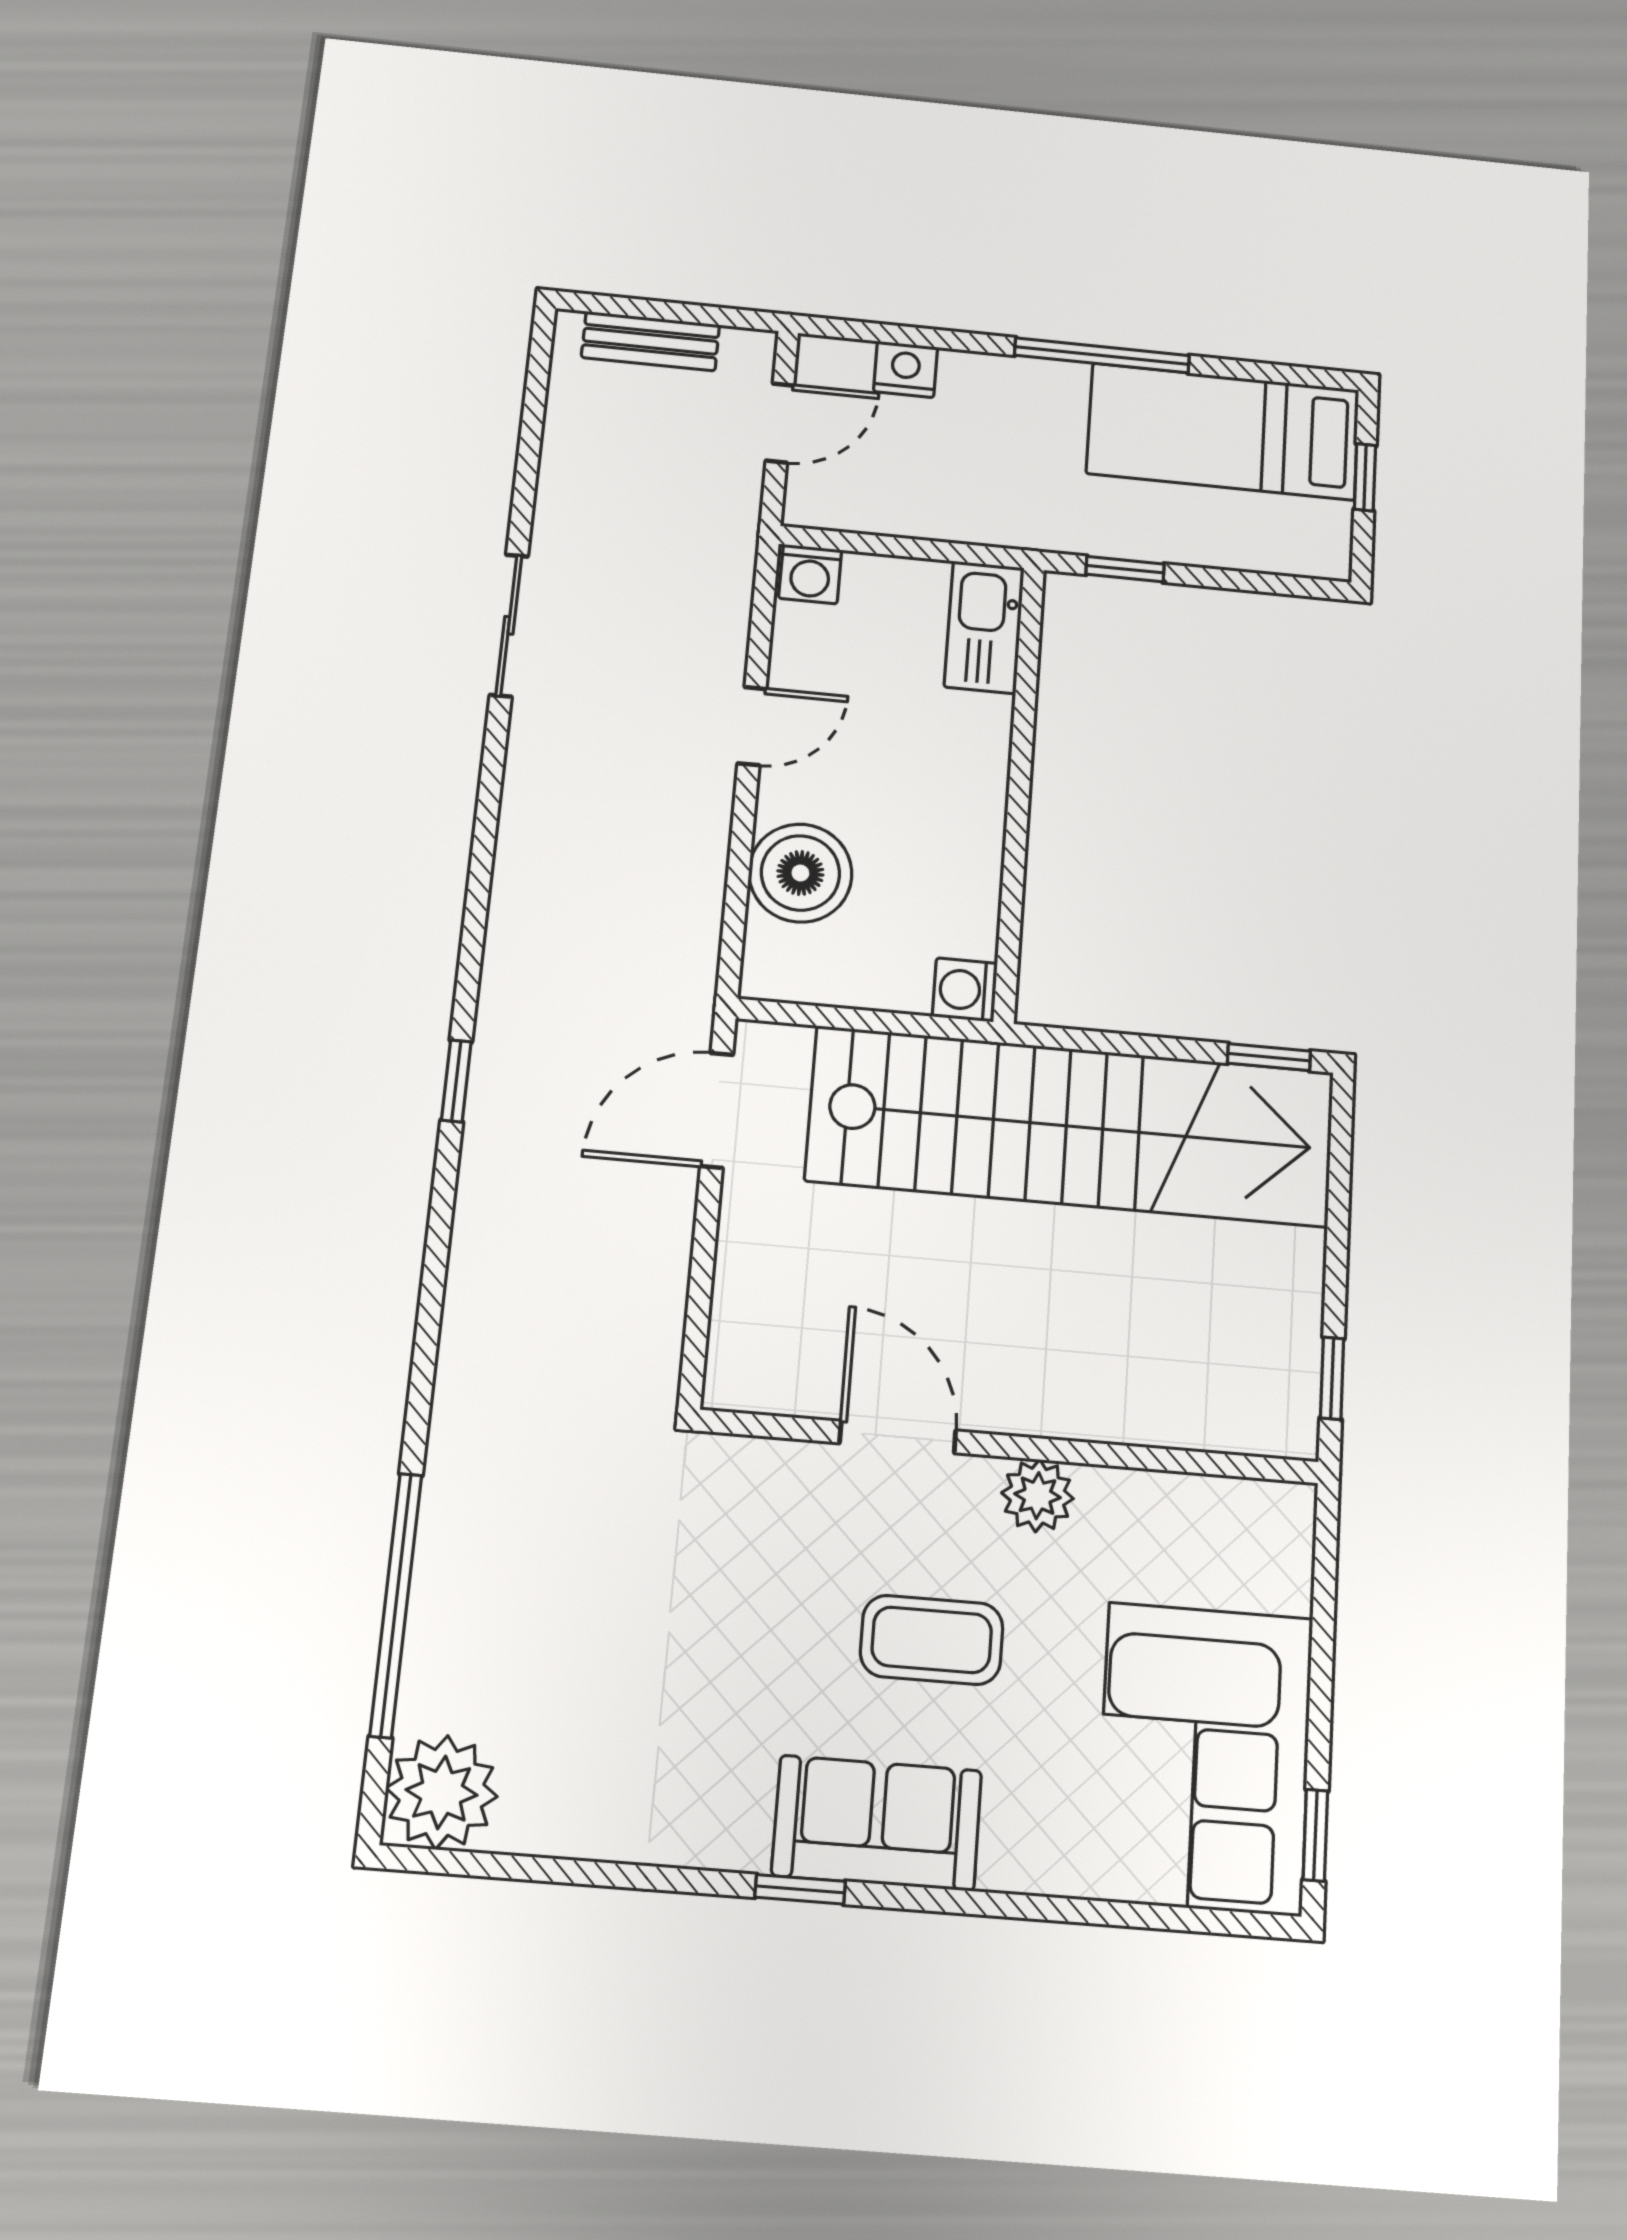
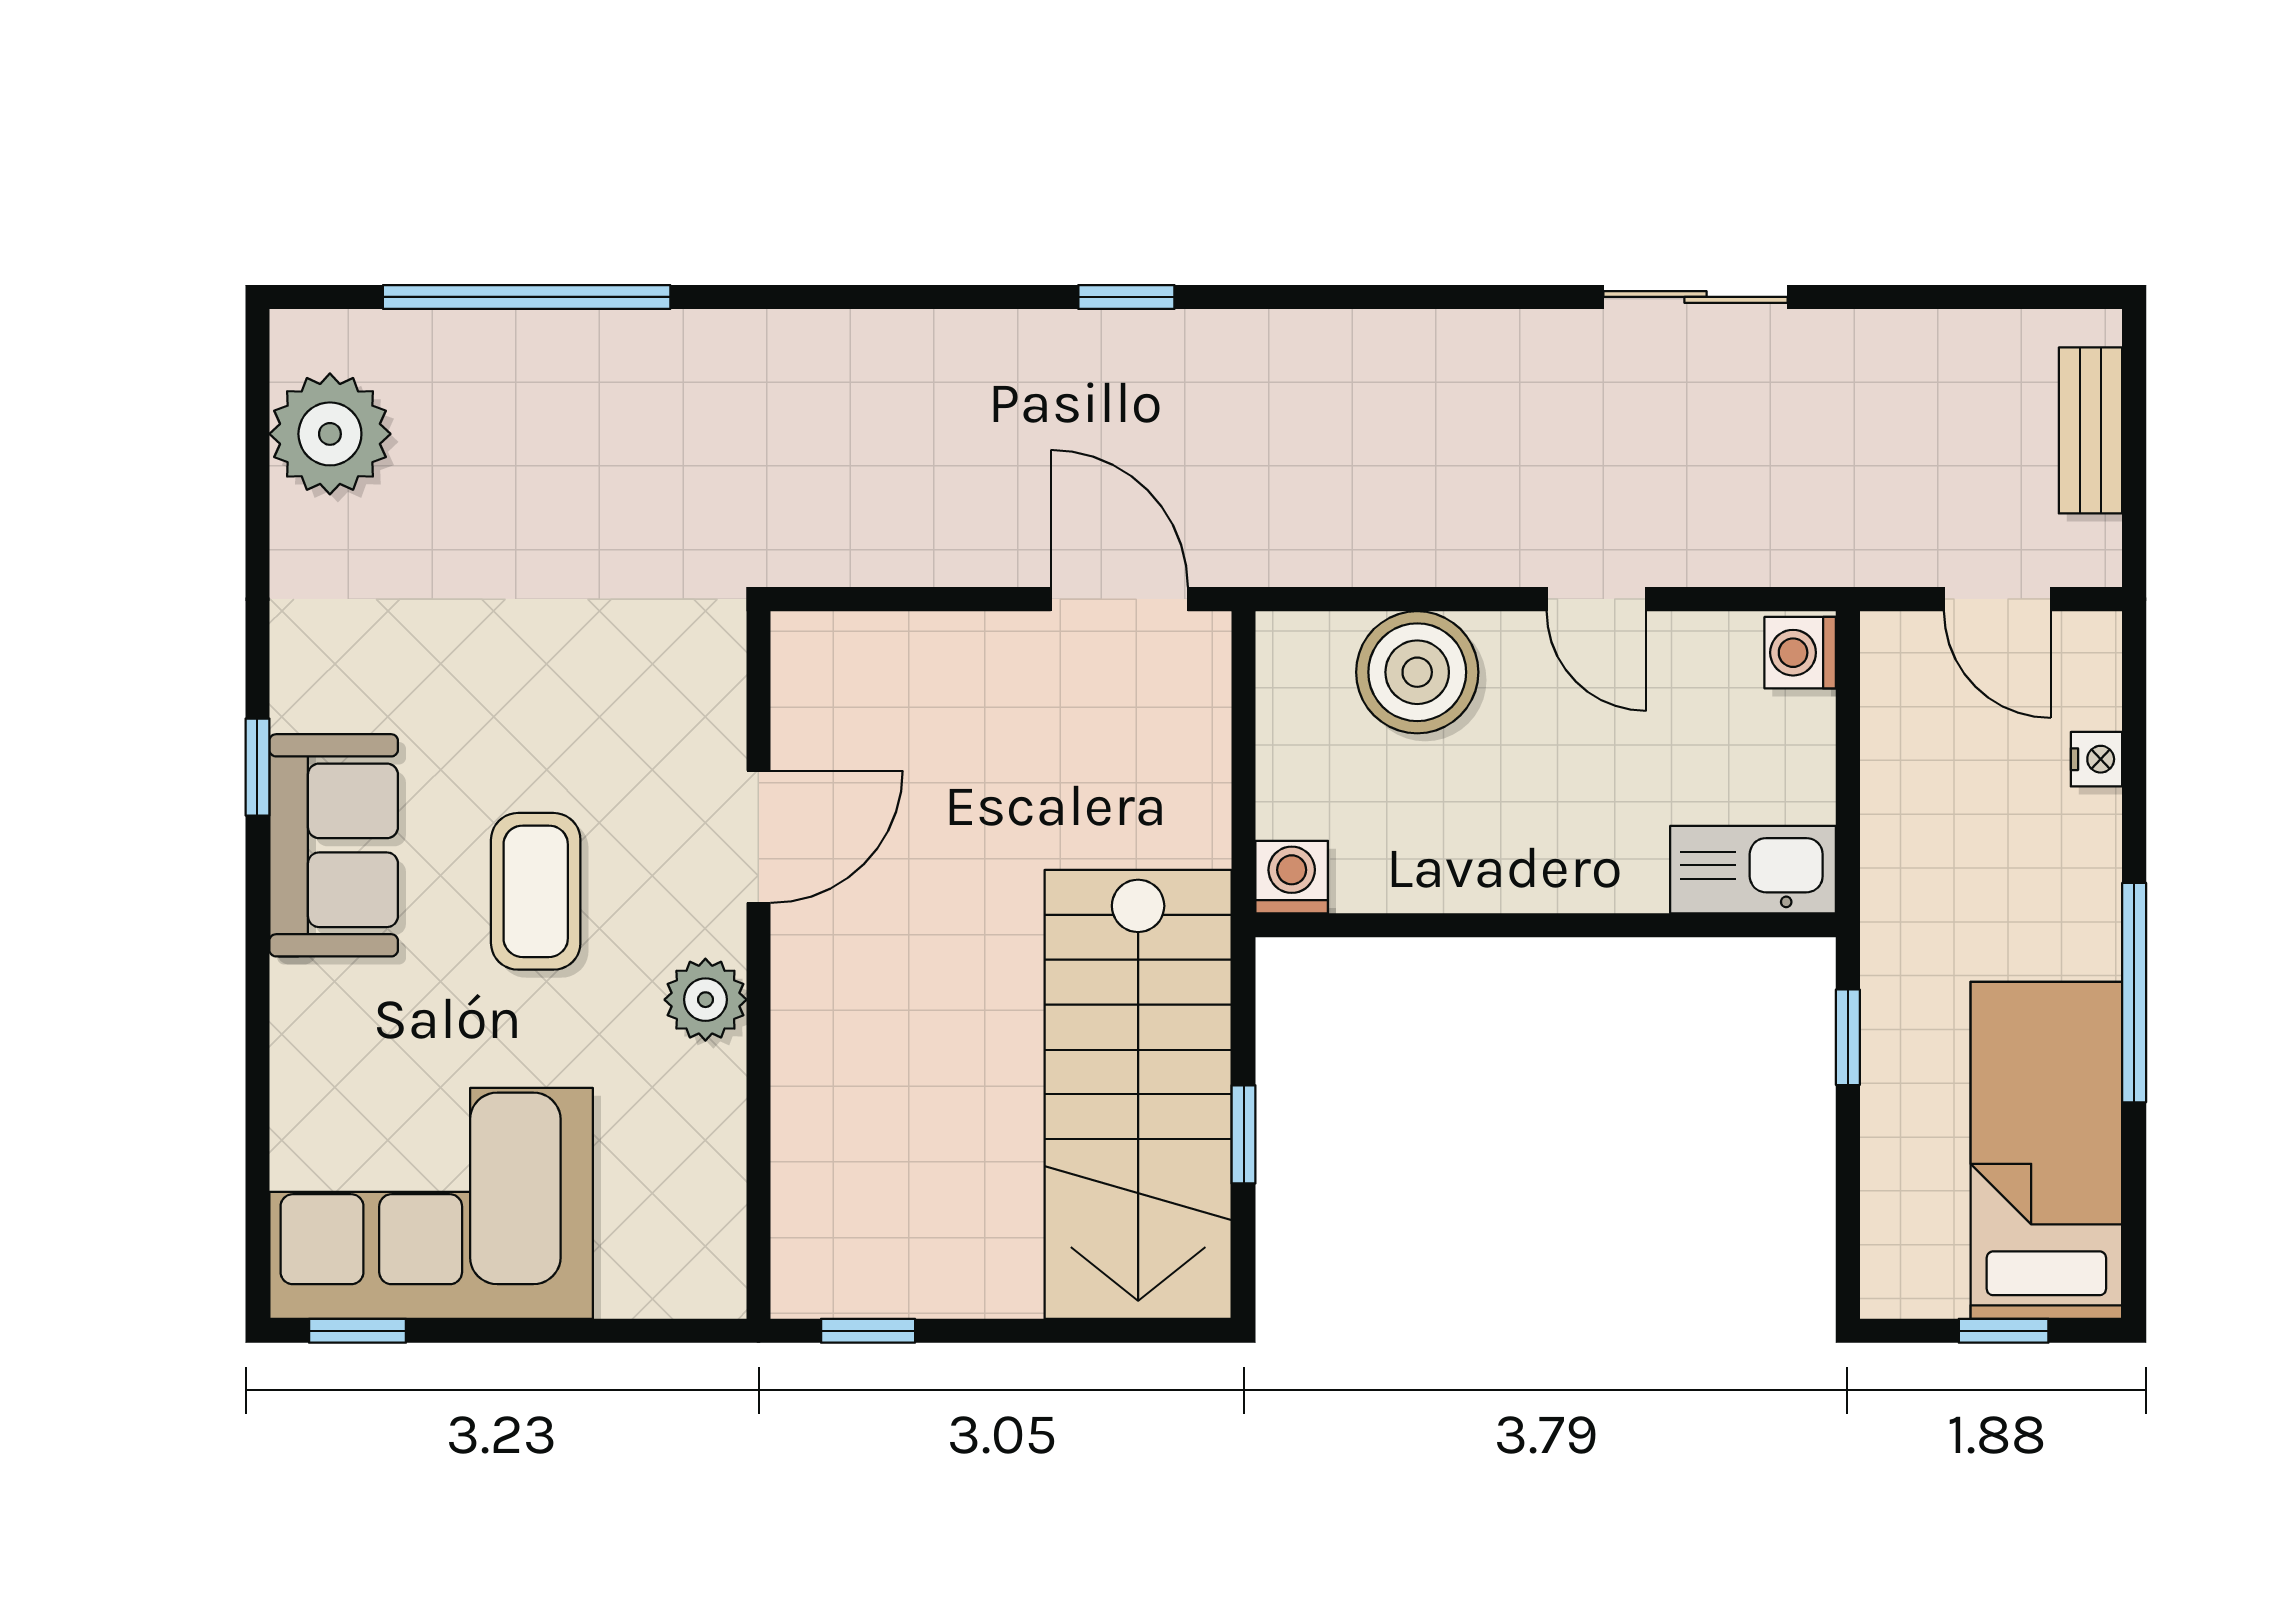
nightstand: (906, 369) -> (2097, 759), width x0.72, depth x0.74
window: (1269, 1057) -> (1244, 1134), moved
stairs: (1071, 1126) -> (1138, 1094), width x0.73
plant: (442, 1792) -> (330, 434), moved

